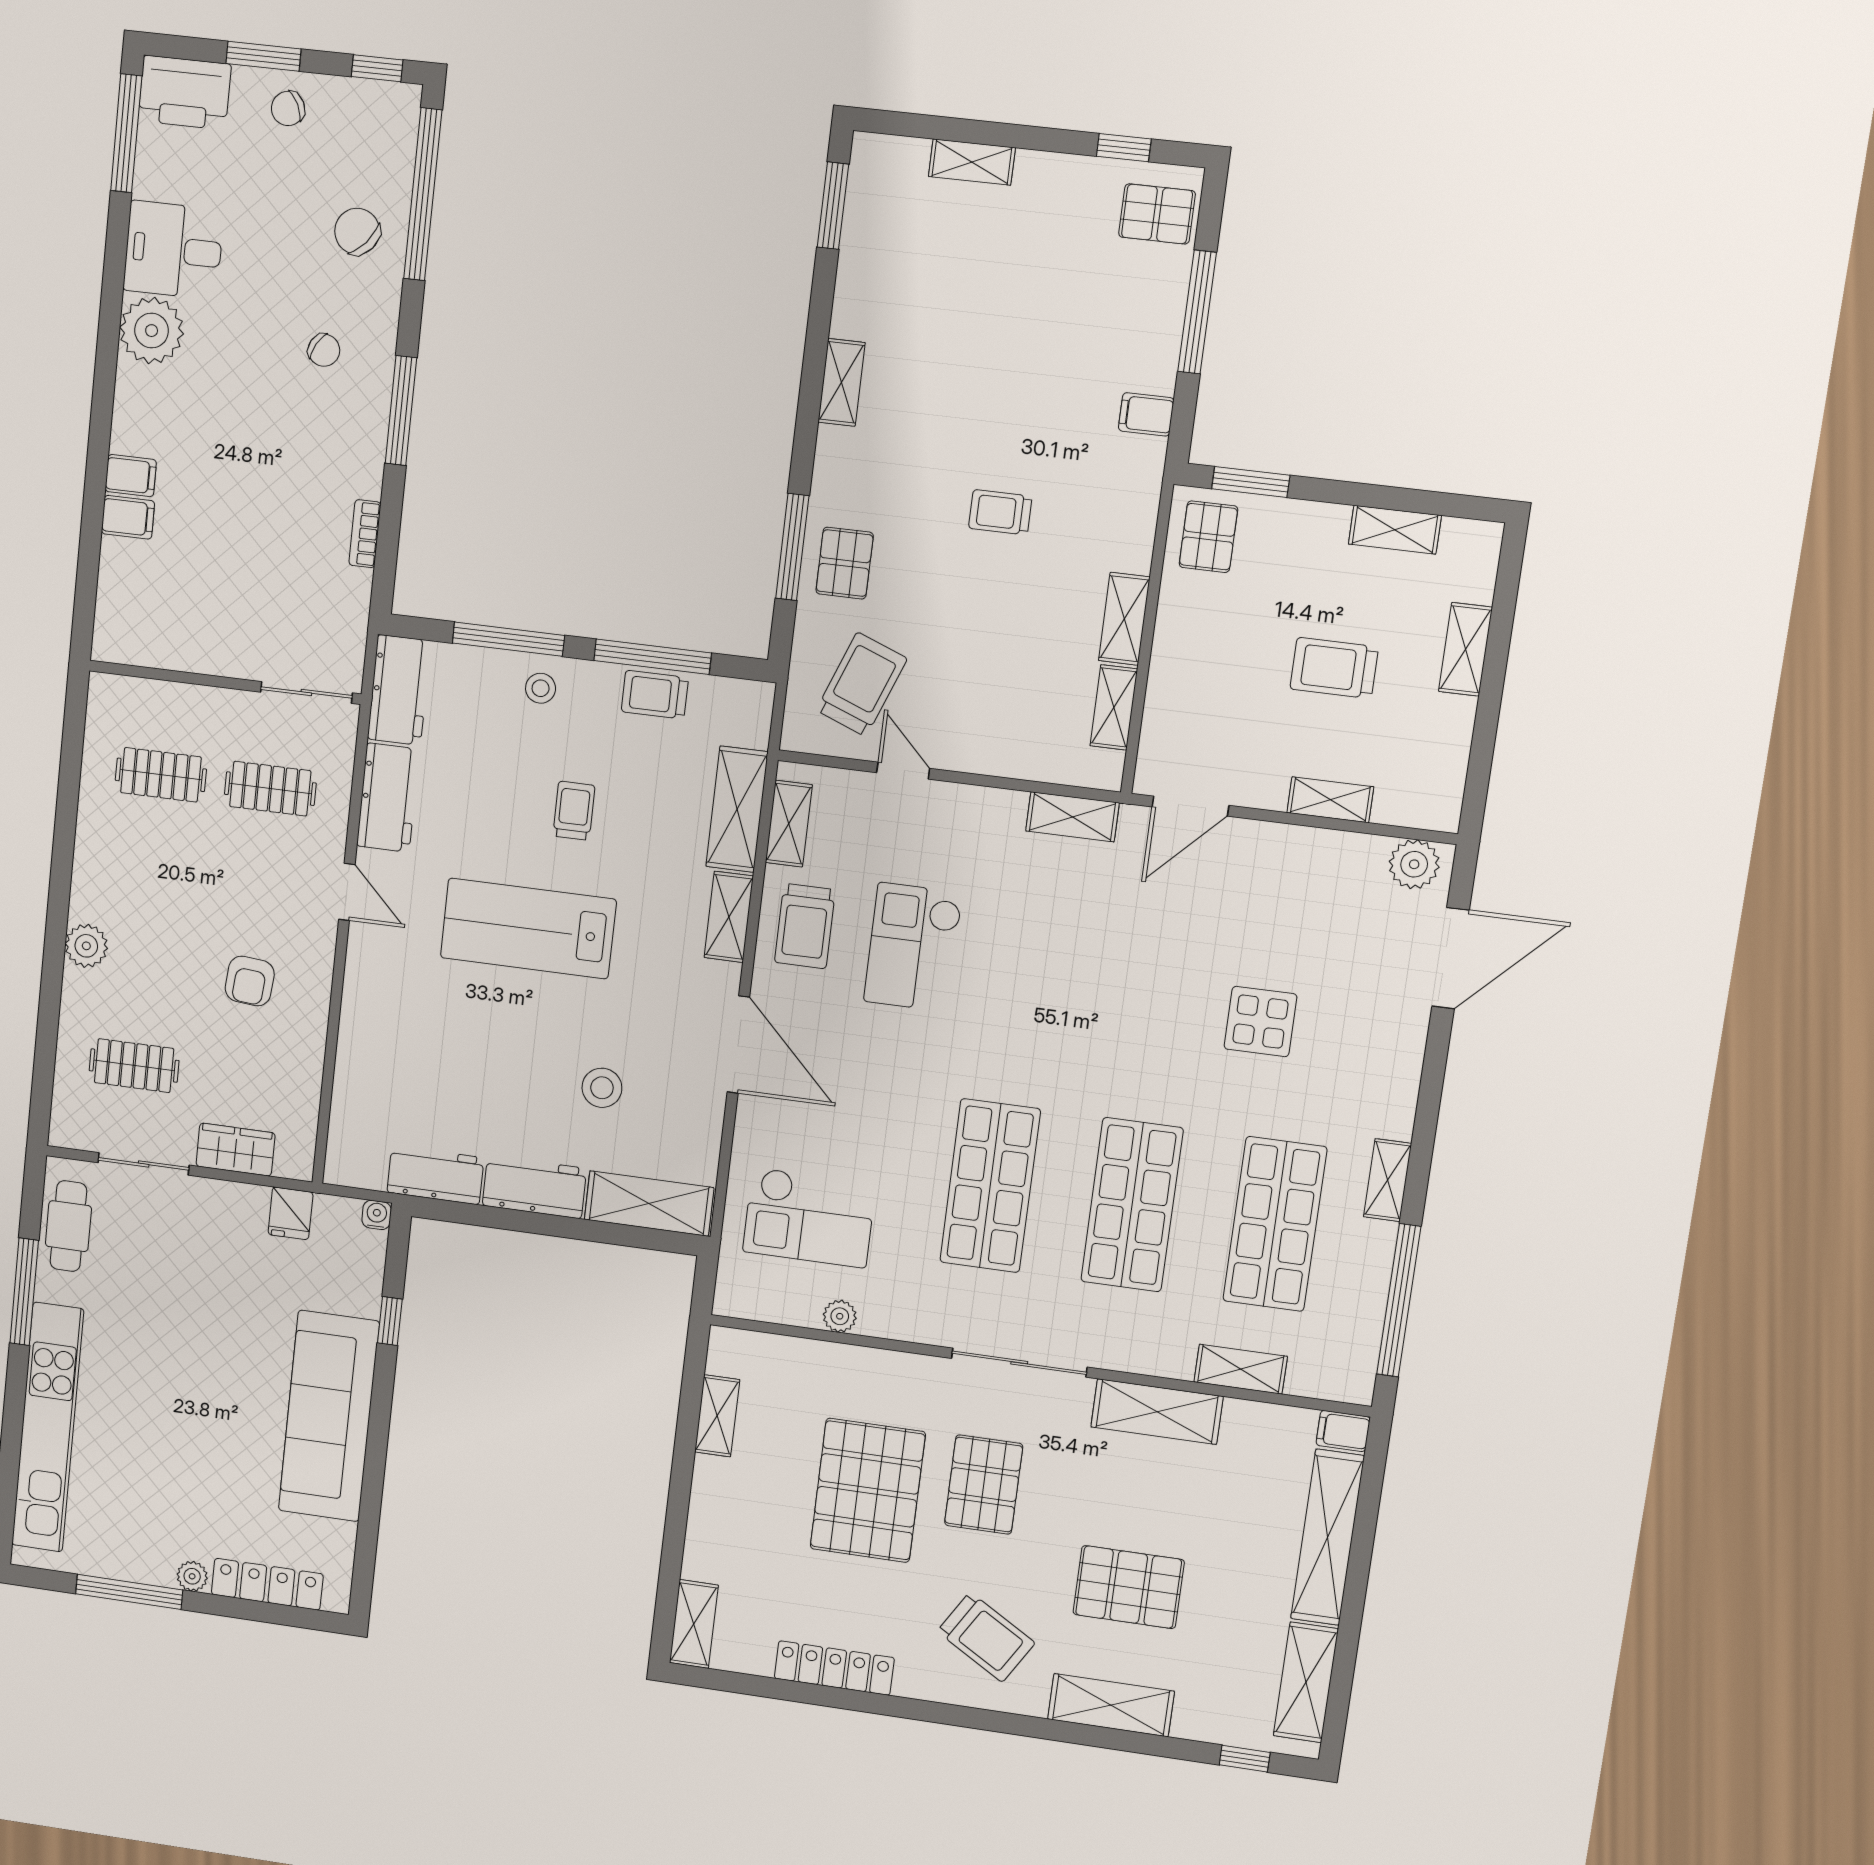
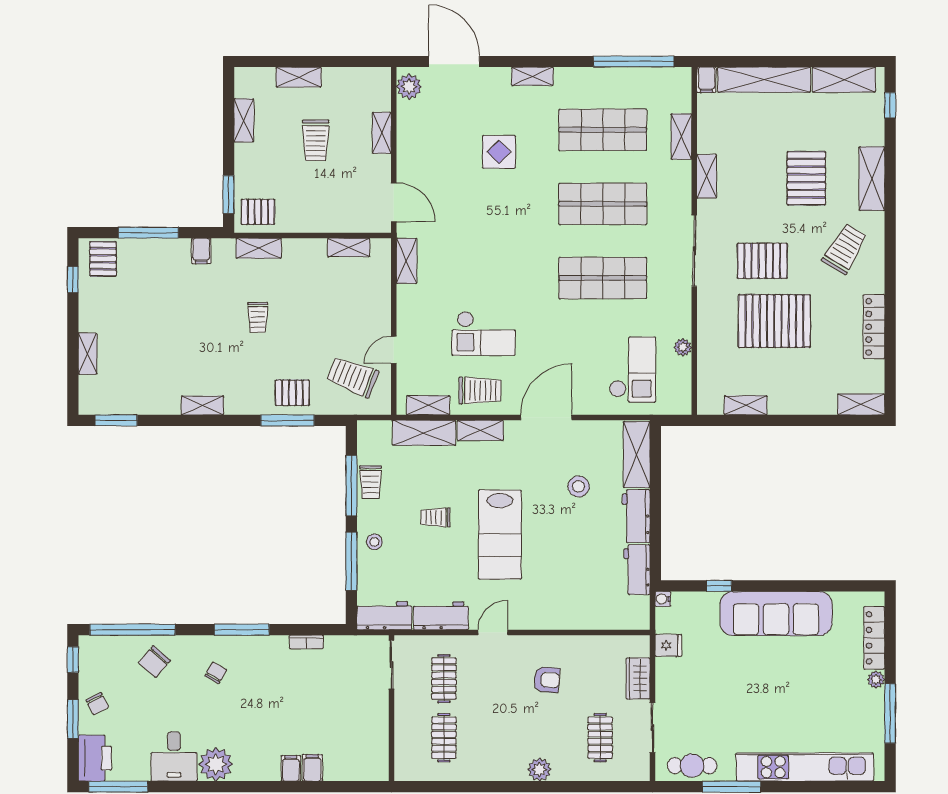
shelving: (1124, 619) -> (259, 248), moved
shelving: (1388, 1180) -> (532, 76), moved
shelving: (1157, 1412) -> (707, 176), width x0.67, depth x0.75

